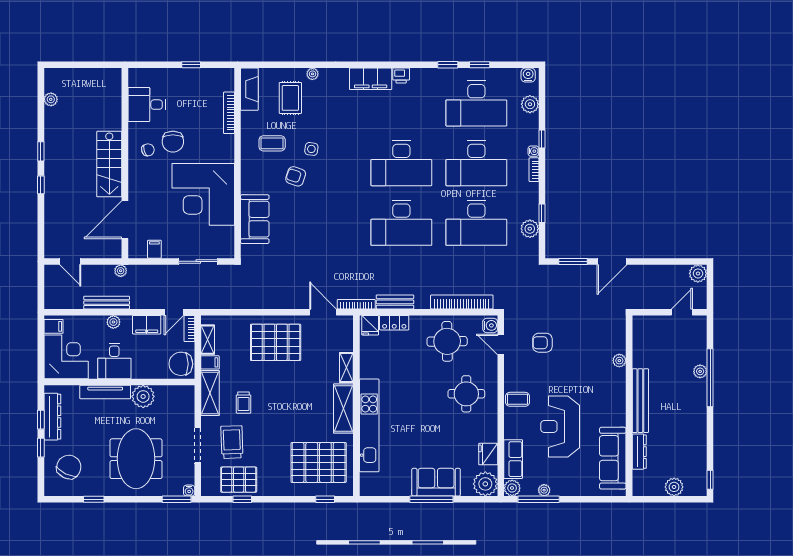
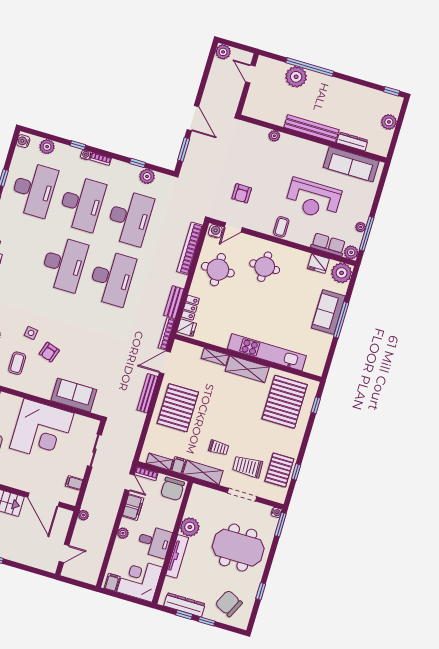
bench: (107, 303) -> (147, 393), moved
plant: (700, 371) -> (296, 77), width x1.88, depth x1.88

